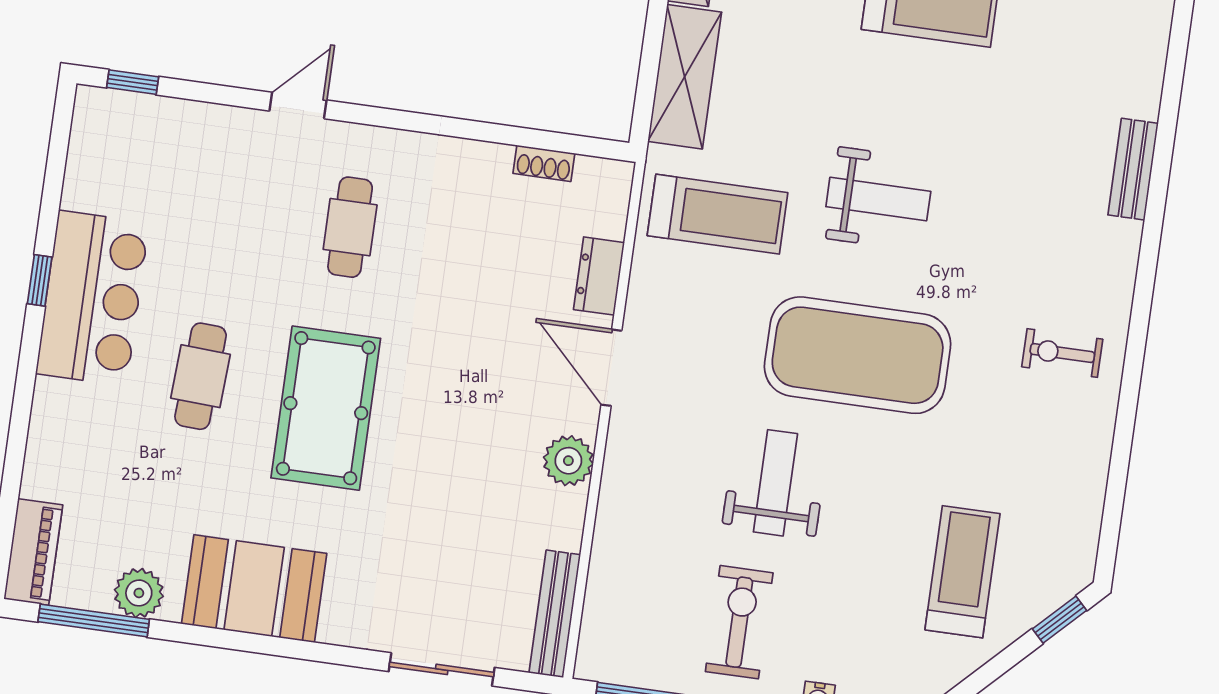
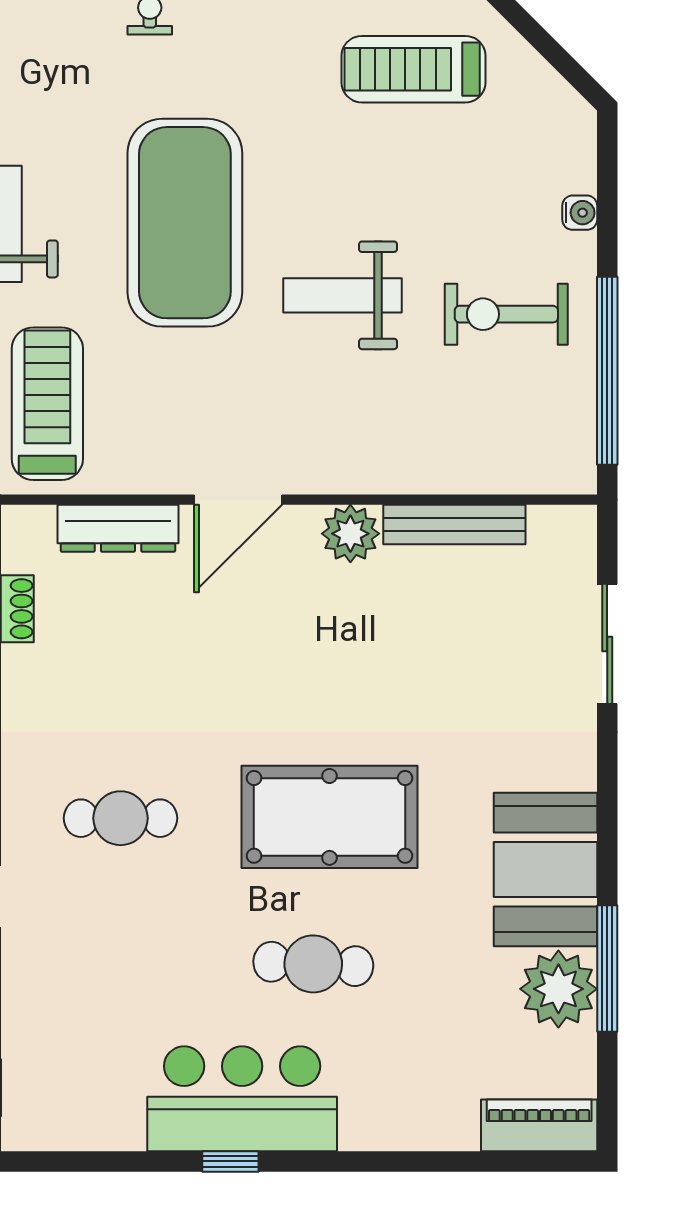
dresser: (599, 276) -> (118, 528), width x1.44
plant: (139, 593) -> (558, 989), width x1.36, depth x1.36
bench: (555, 614) -> (454, 525), moved
window: (94, 621) -> (607, 969), moved

